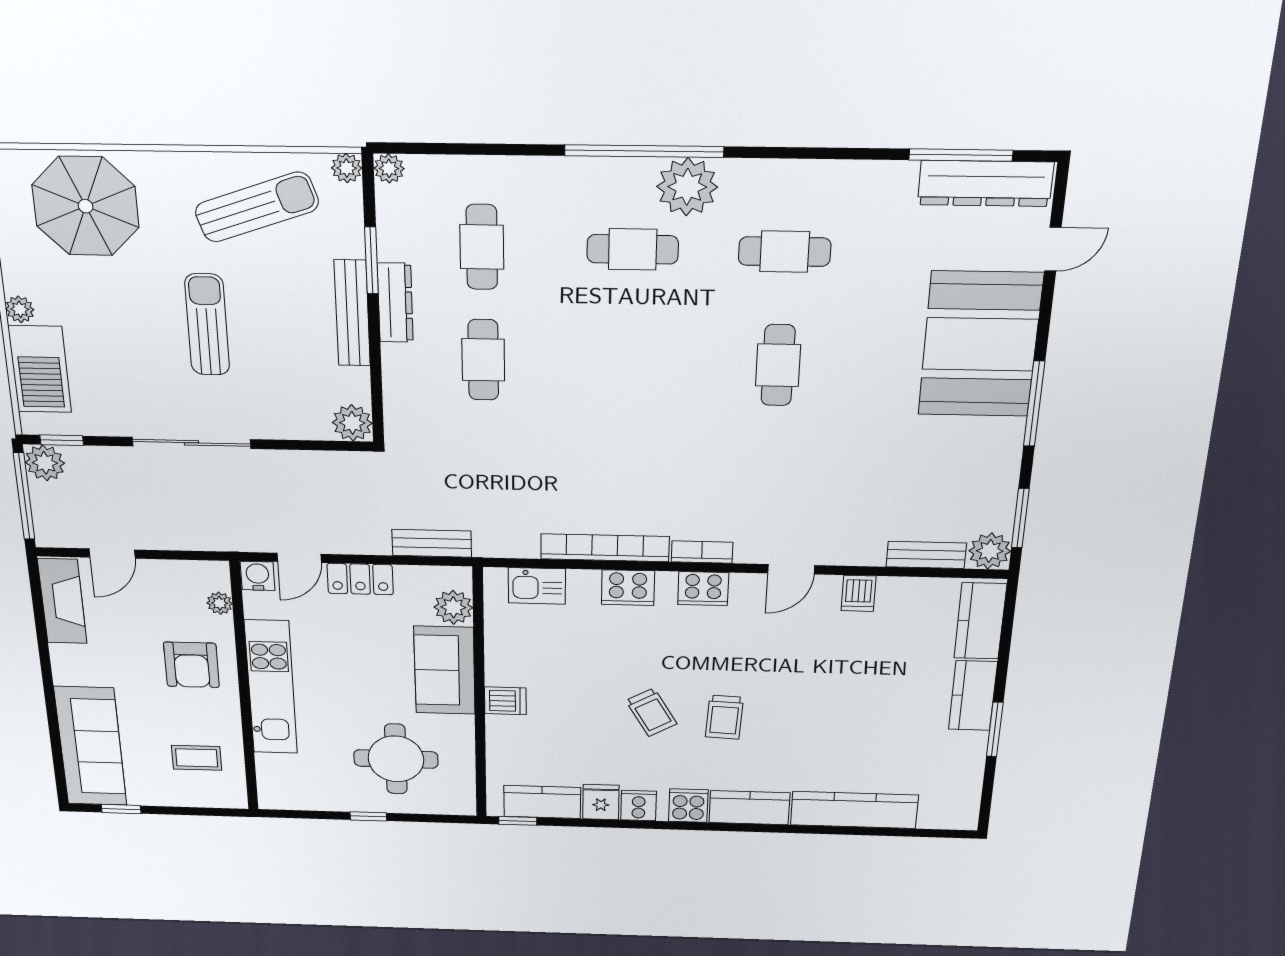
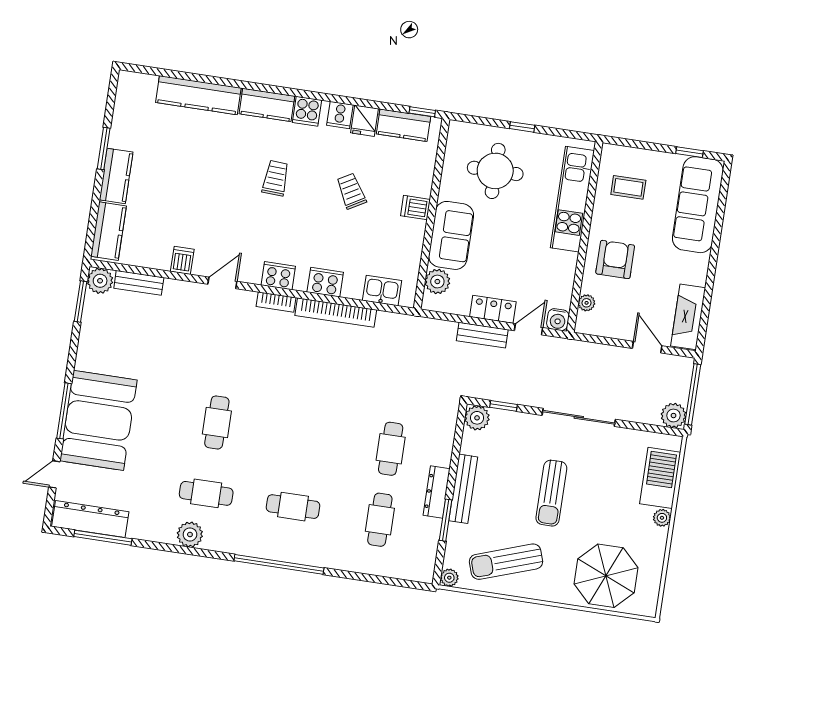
plant: (389, 168) -> (425, 574), removed
plant: (687, 187) -> (190, 535), moved, width x0.73, depth x0.73
window: (1034, 404) -> (64, 411), moved
window: (62, 440) -> (503, 406), moved
bench: (432, 543) -> (482, 335), moved
door: (112, 554) -> (647, 347), hinge flipped
kitchen unit: (271, 687) -> (572, 199), moved
trolley: (651, 712) -> (351, 191), moved

